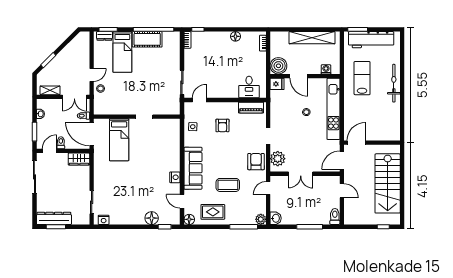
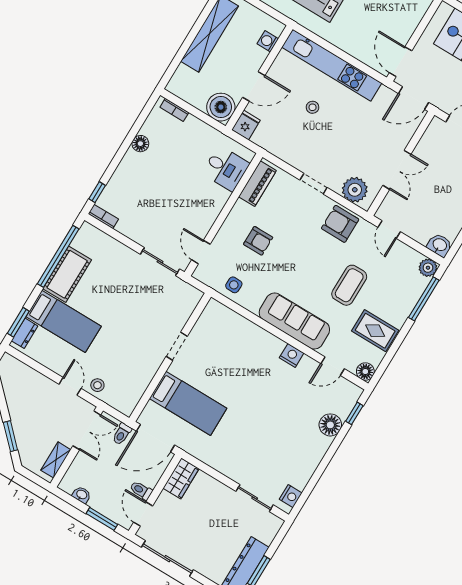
door: (342, 160) -> (414, 98), hinge flipped
rug: (213, 212) -> (375, 331), turned 90

